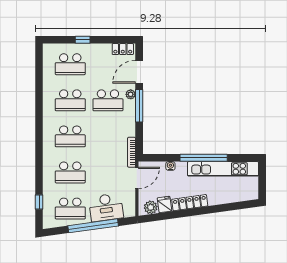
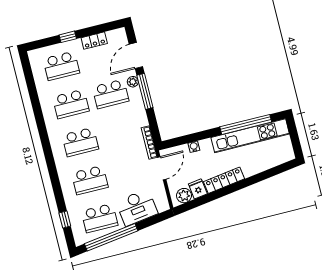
locker: (123, 49) -> (94, 41), moved
window: (204, 158) -> (246, 124), moved
window: (93, 226) -> (111, 237), moved

